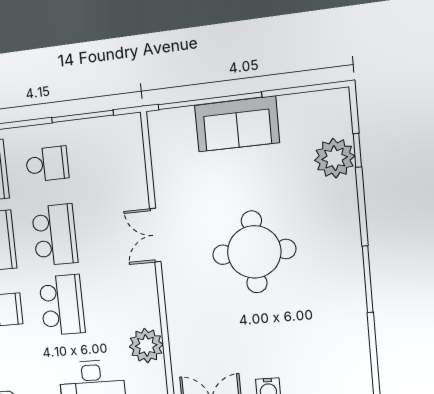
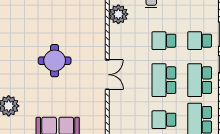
round table: (254, 252) -> (55, 61), width x0.73, depth x0.73
school desk: (62, 305) -> (164, 41), width x0.54

